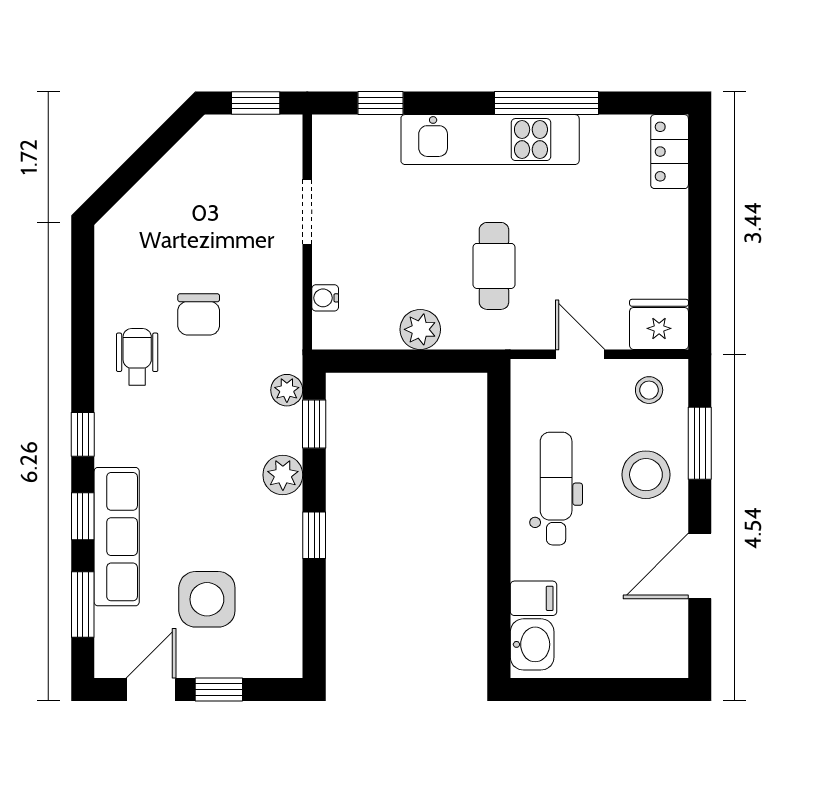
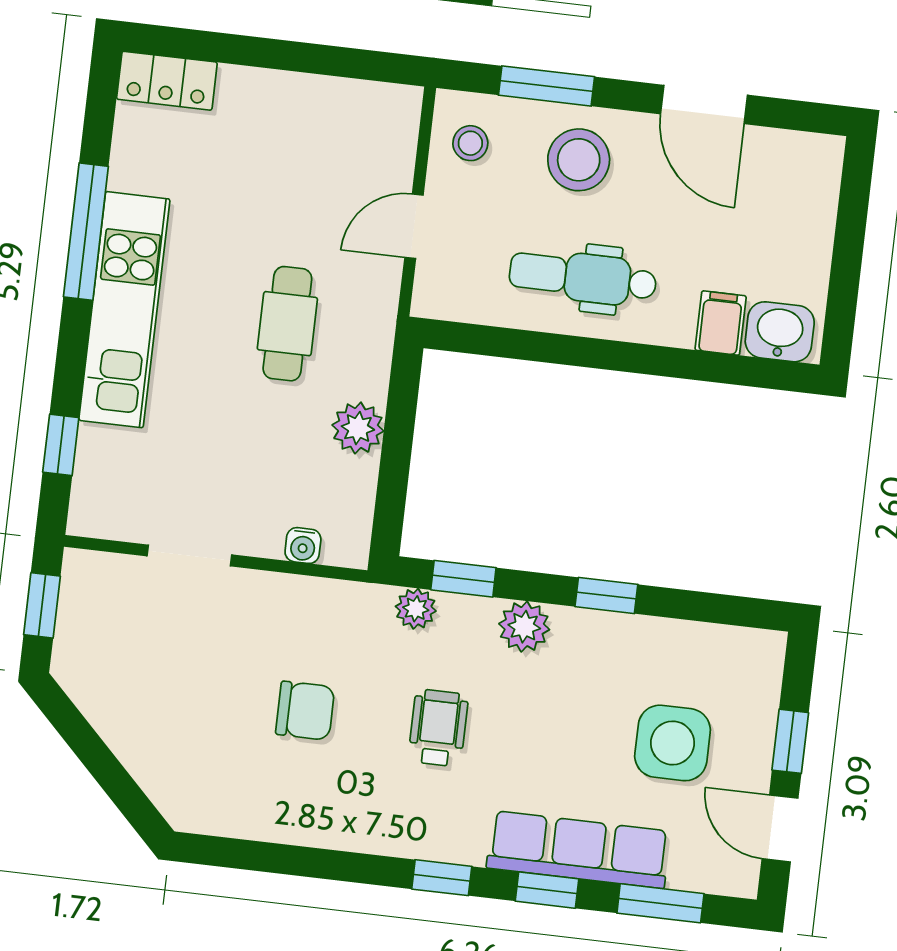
cafe table: (494, 266) -> (287, 324), turned 90
fridge: (659, 324) -> (388, 120), removed
wheelchair: (137, 357) -> (438, 728), moved, turned 90

